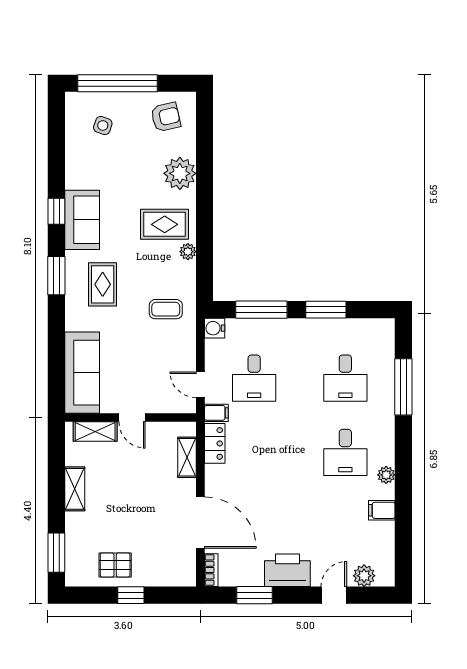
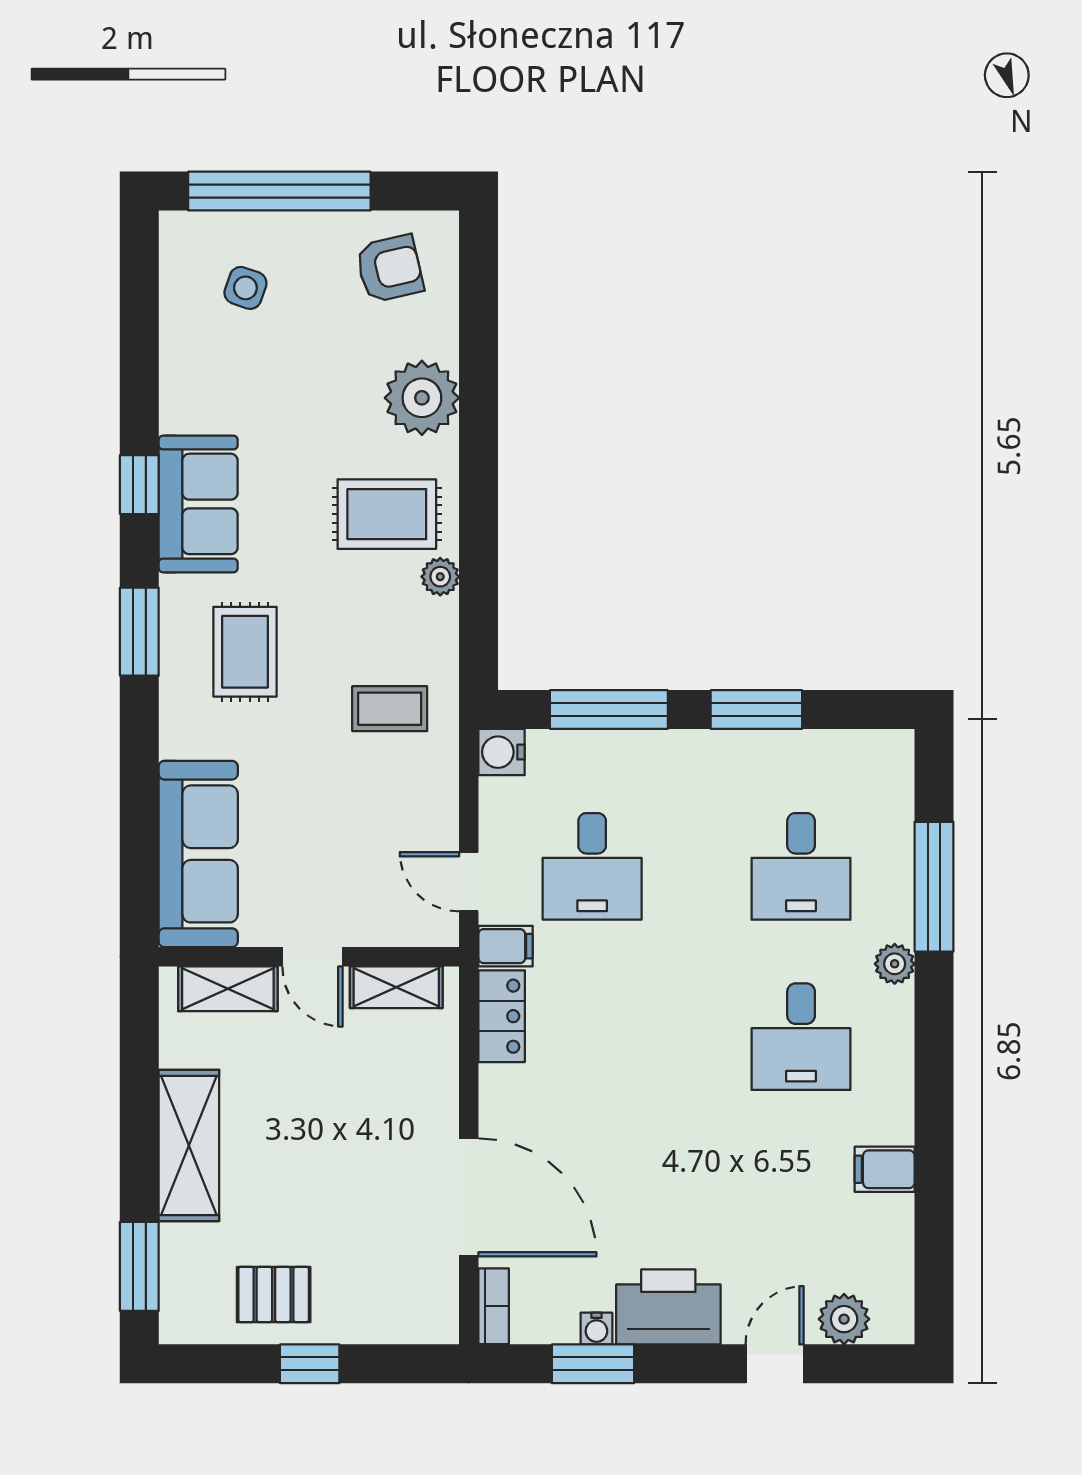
shelving: (187, 457) -> (396, 987), moved, turned 90
plant: (386, 475) -> (895, 964), moved
shelving: (75, 489) -> (189, 1145), width x1.50, depth x1.33
water cooler: (256, 580) -> (596, 1329), added

